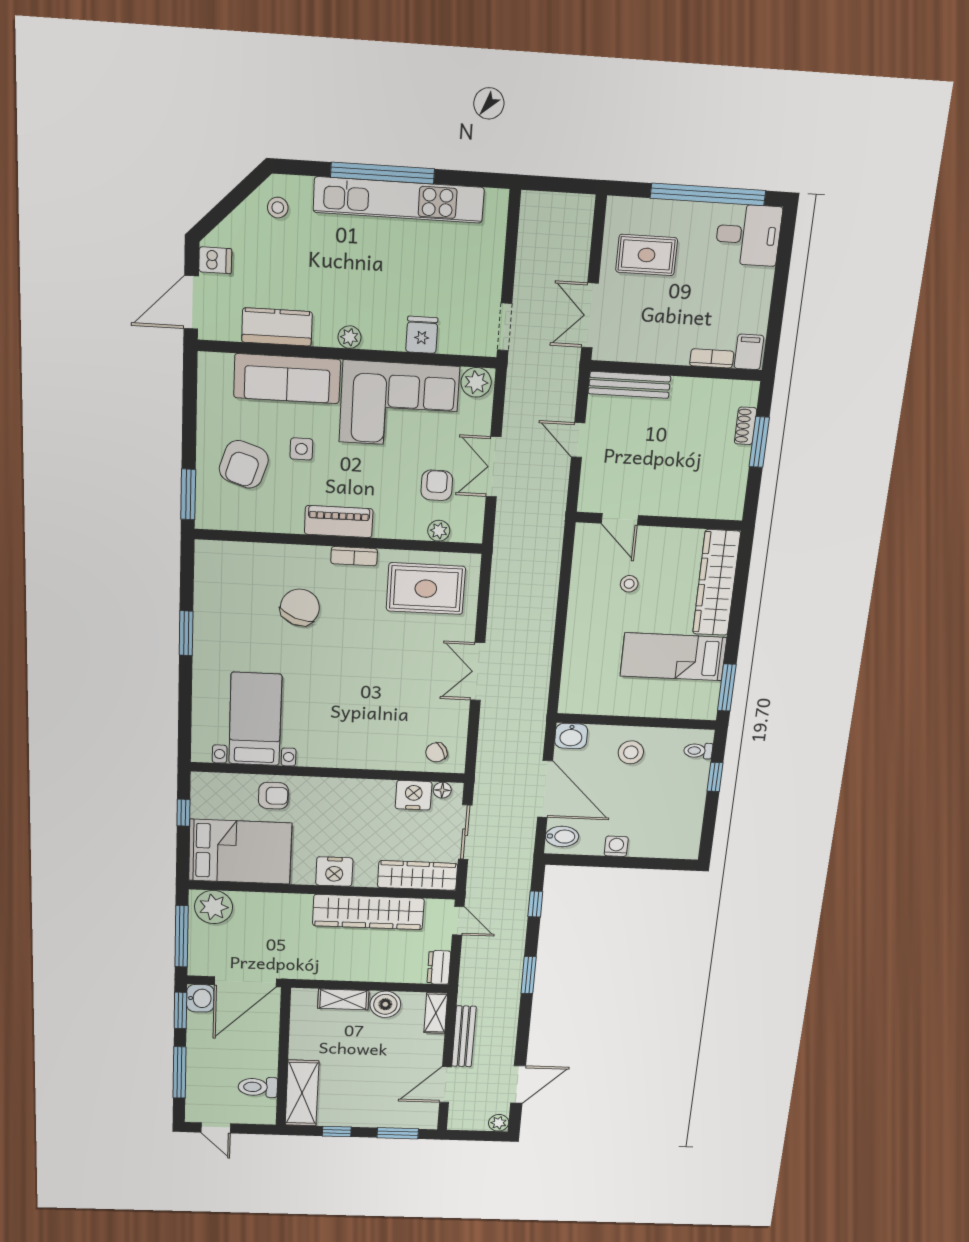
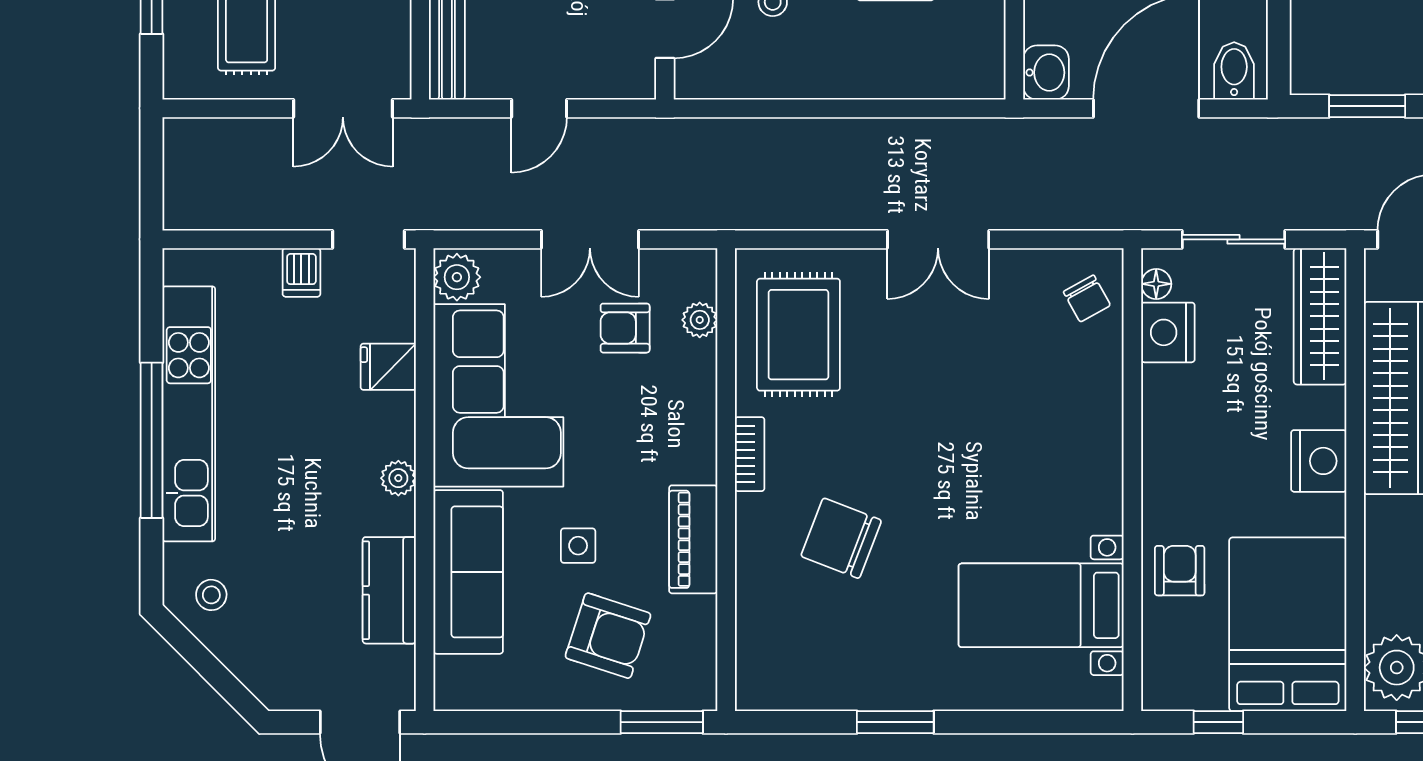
dishwasher: (215, 260) -> (301, 272), moved, turned 180
piano: (339, 522) -> (693, 539), moved
window: (535, 904) -> (1367, 106), width x1.50

